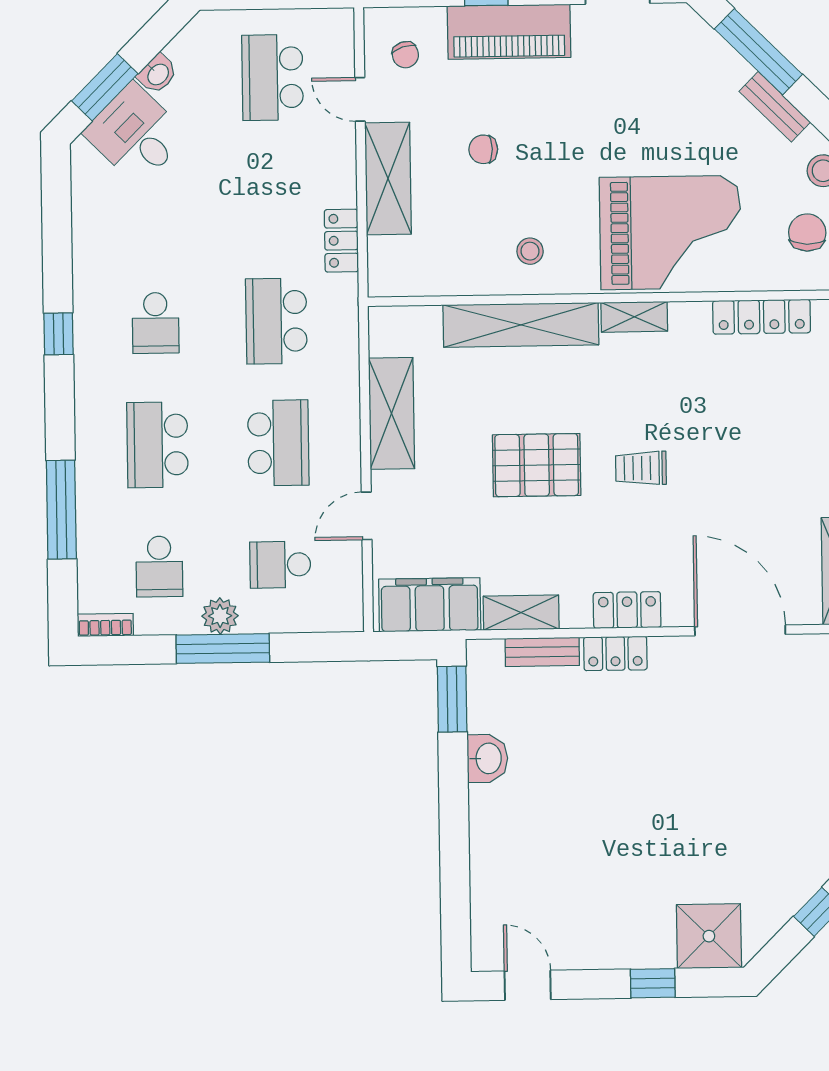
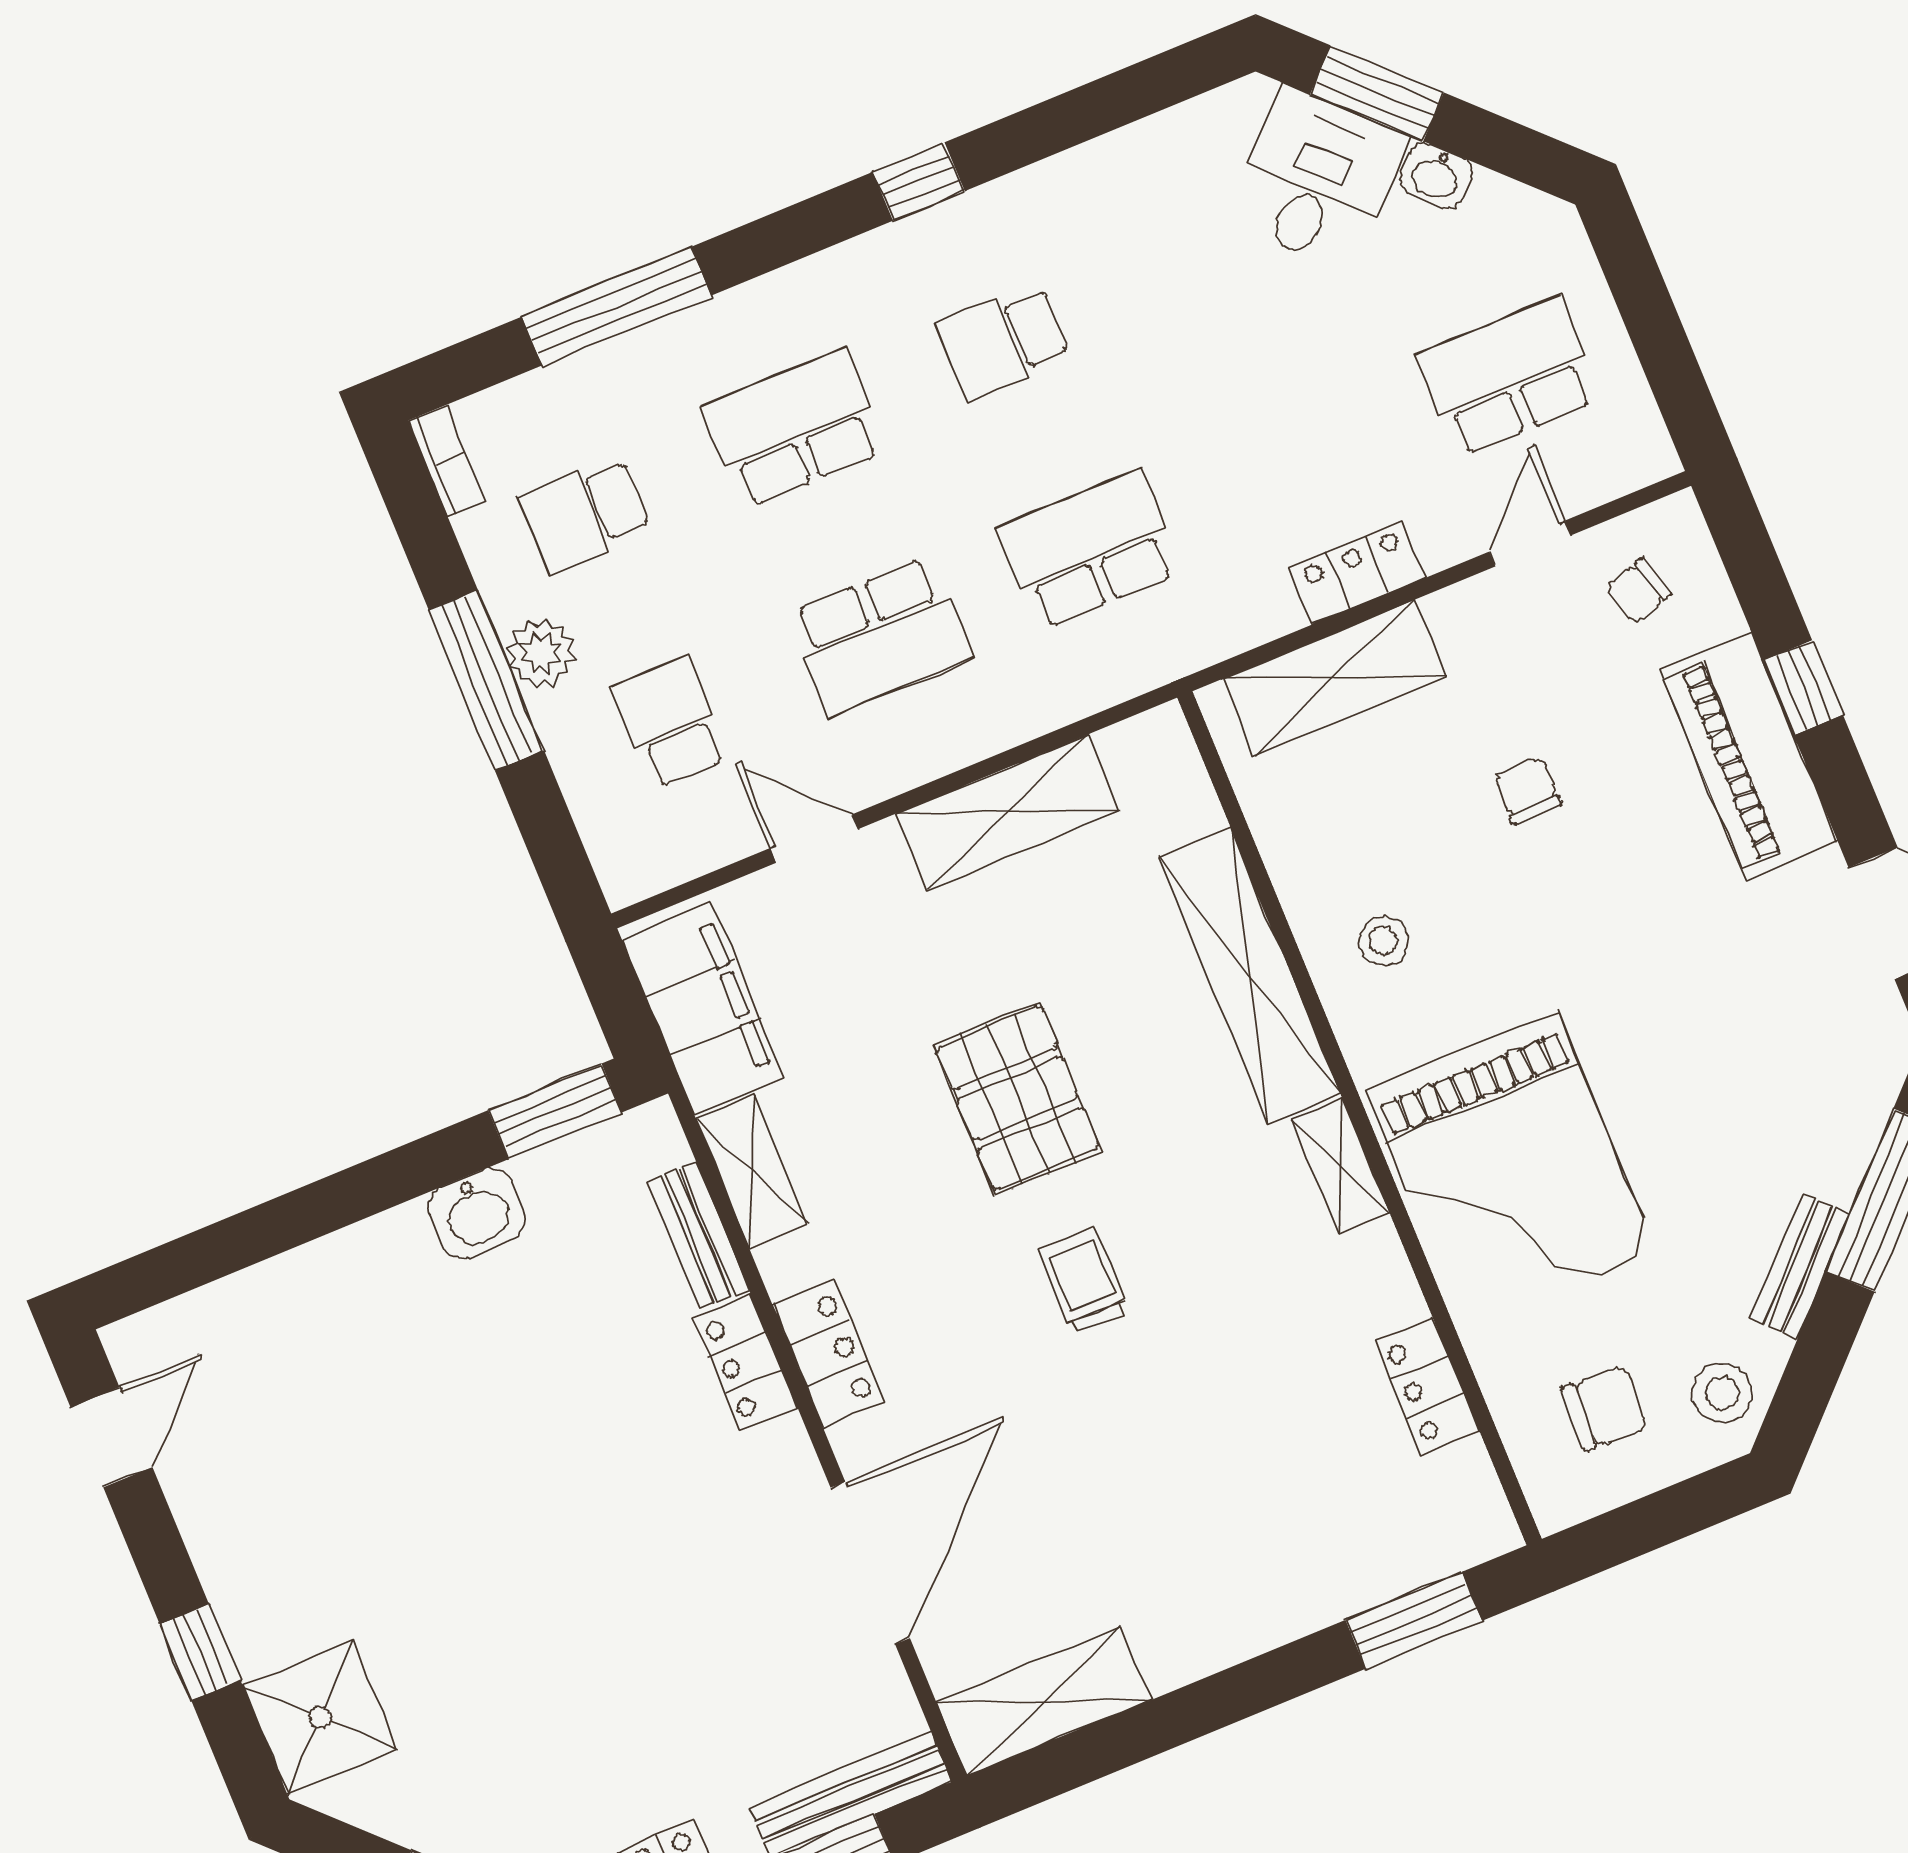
shelving: (388, 179) -> (1334, 678), moved
locker: (341, 241) -> (1357, 573), moved
locker: (762, 317) -> (1428, 1386), width x0.66

